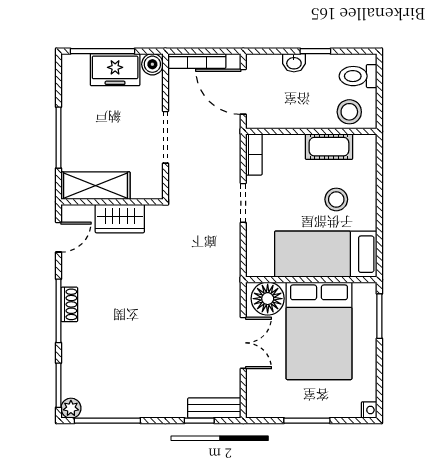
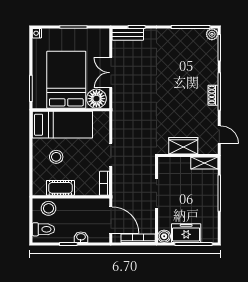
shelving: (95, 186) -> (204, 163), width x0.67, depth x0.75
door: (59, 237) -> (219, 135), swing flipped

